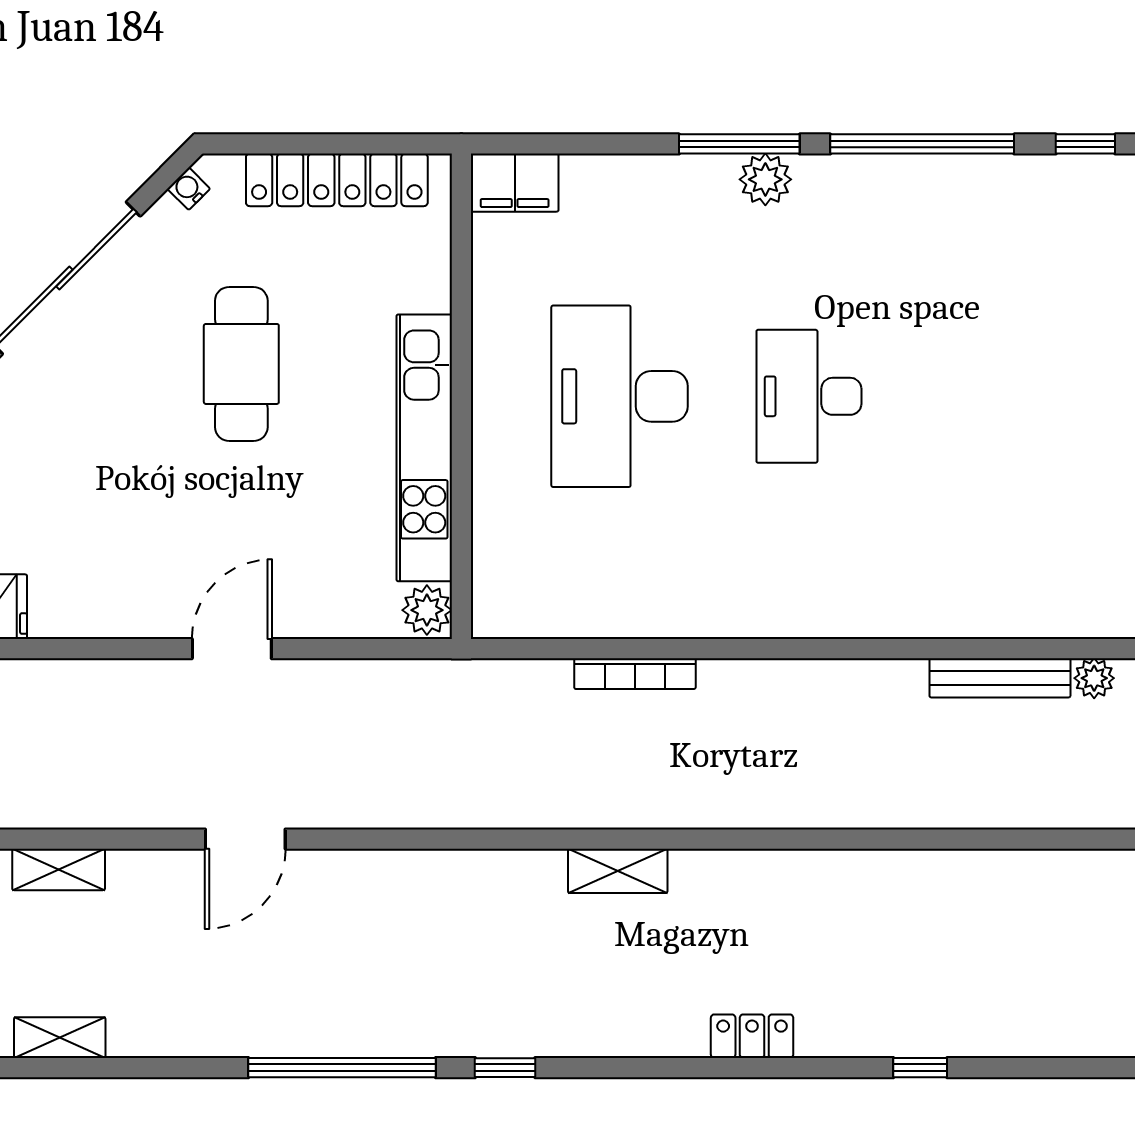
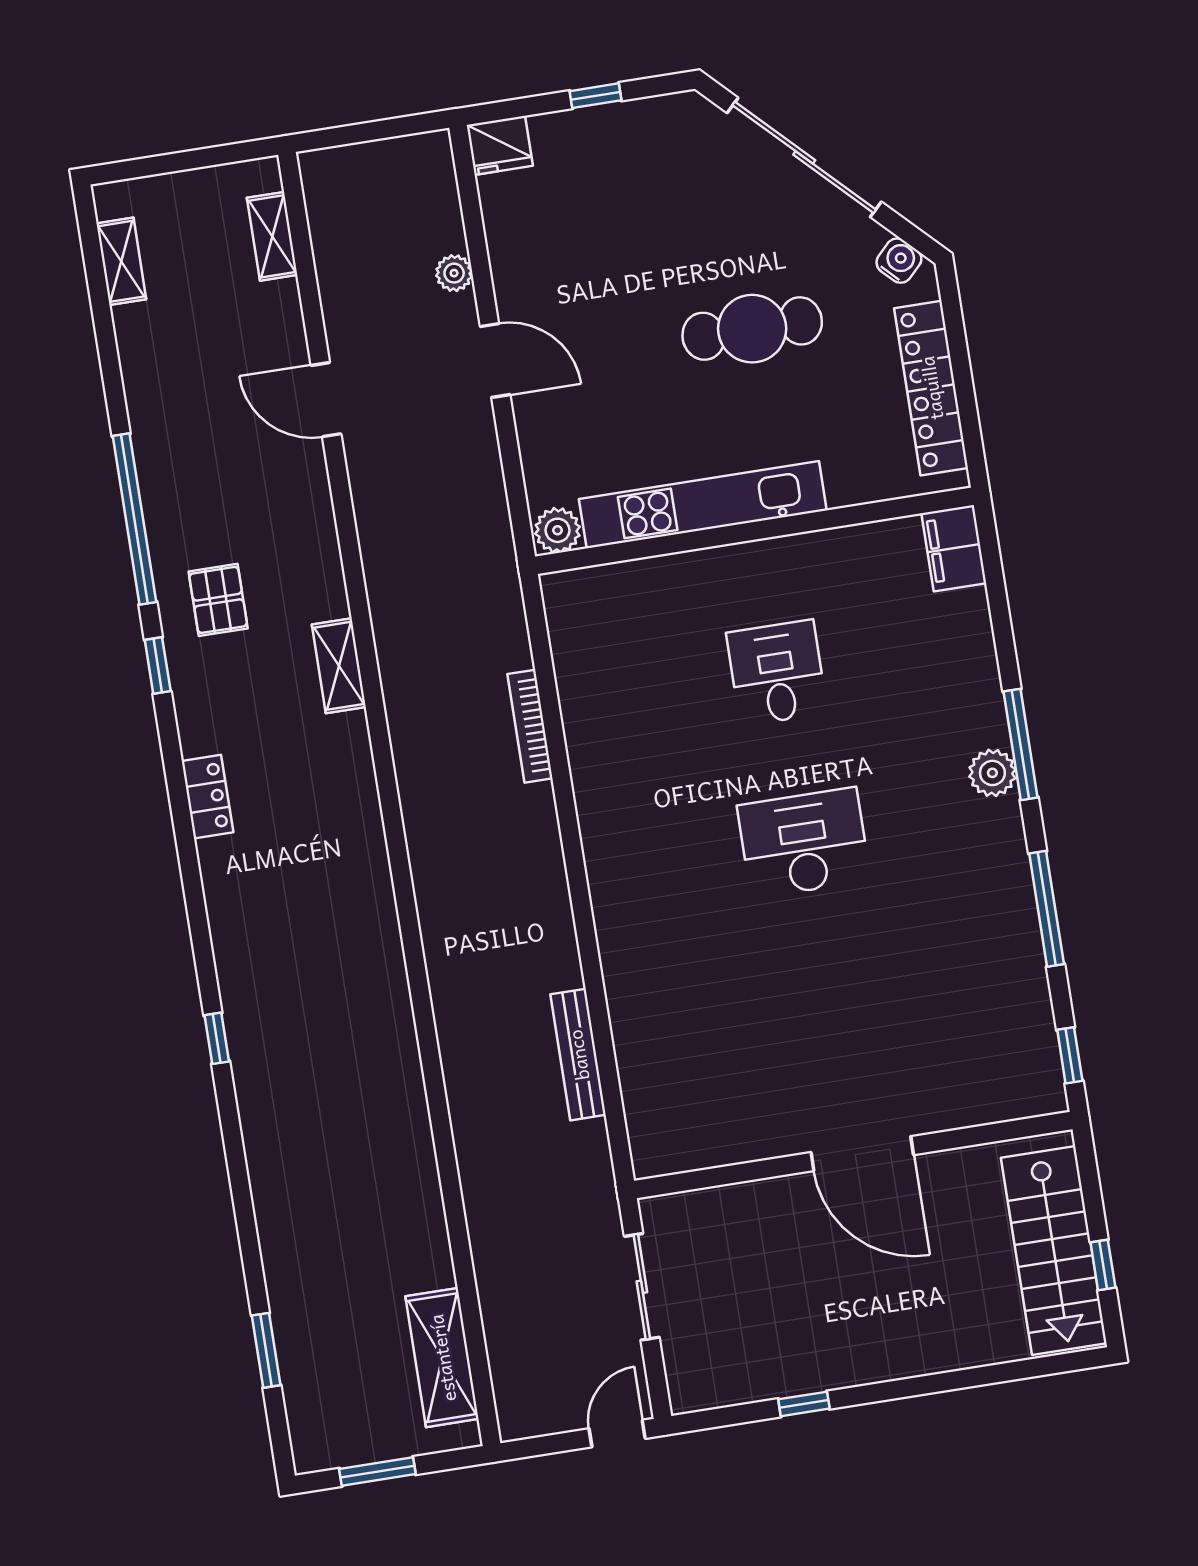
window: (922, 144) -> (1047, 909), width x0.68
water cooler: (189, 189) -> (899, 261), width x1.38, depth x1.38
desk: (620, 396) -> (777, 673), width x0.53, depth x0.77
plant: (1094, 678) -> (454, 273), moved
shelving: (618, 871) -> (339, 666), moved
pallet: (444, 991) -> (218, 600), added
locker: (752, 1036) -> (207, 797), moved

